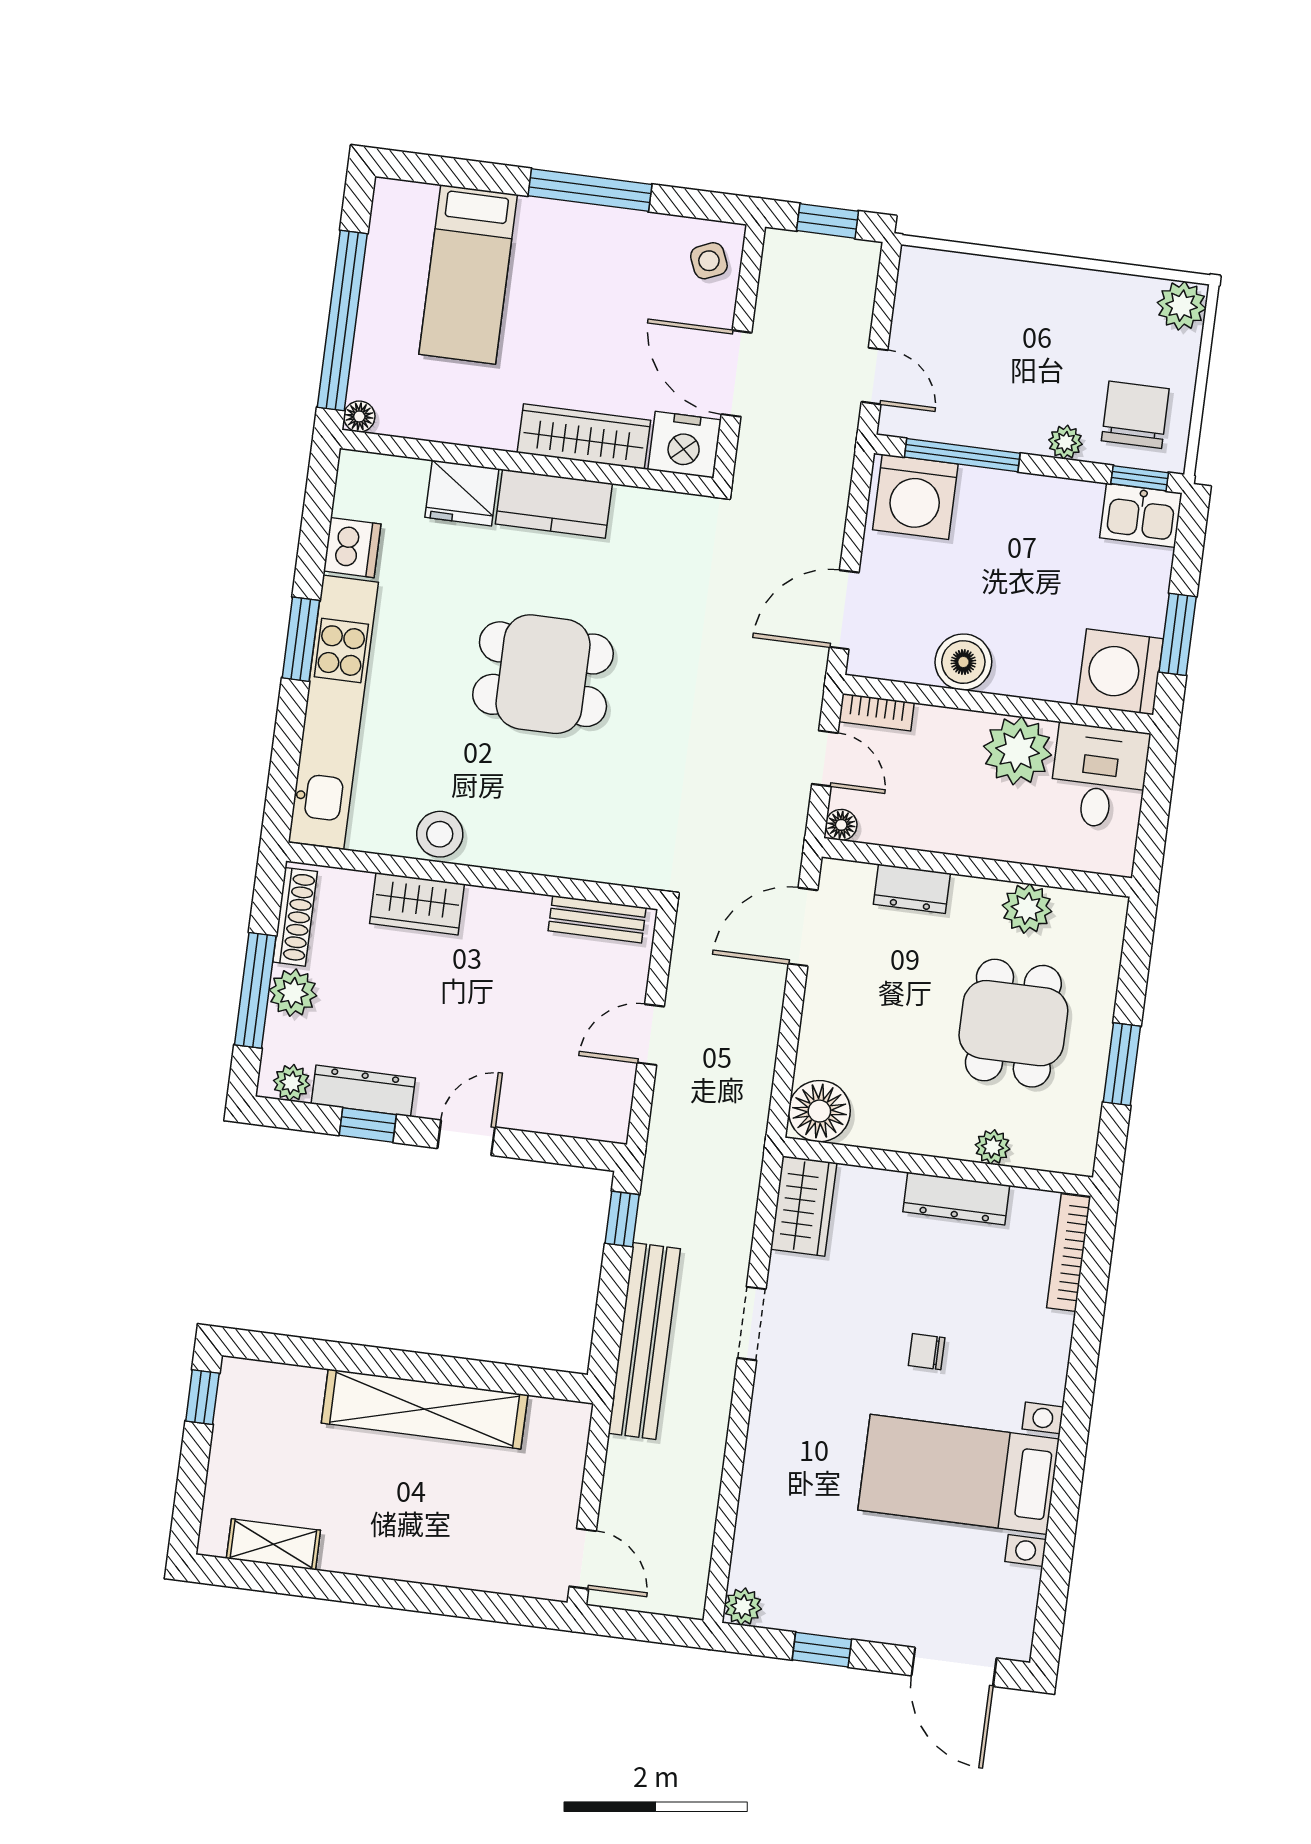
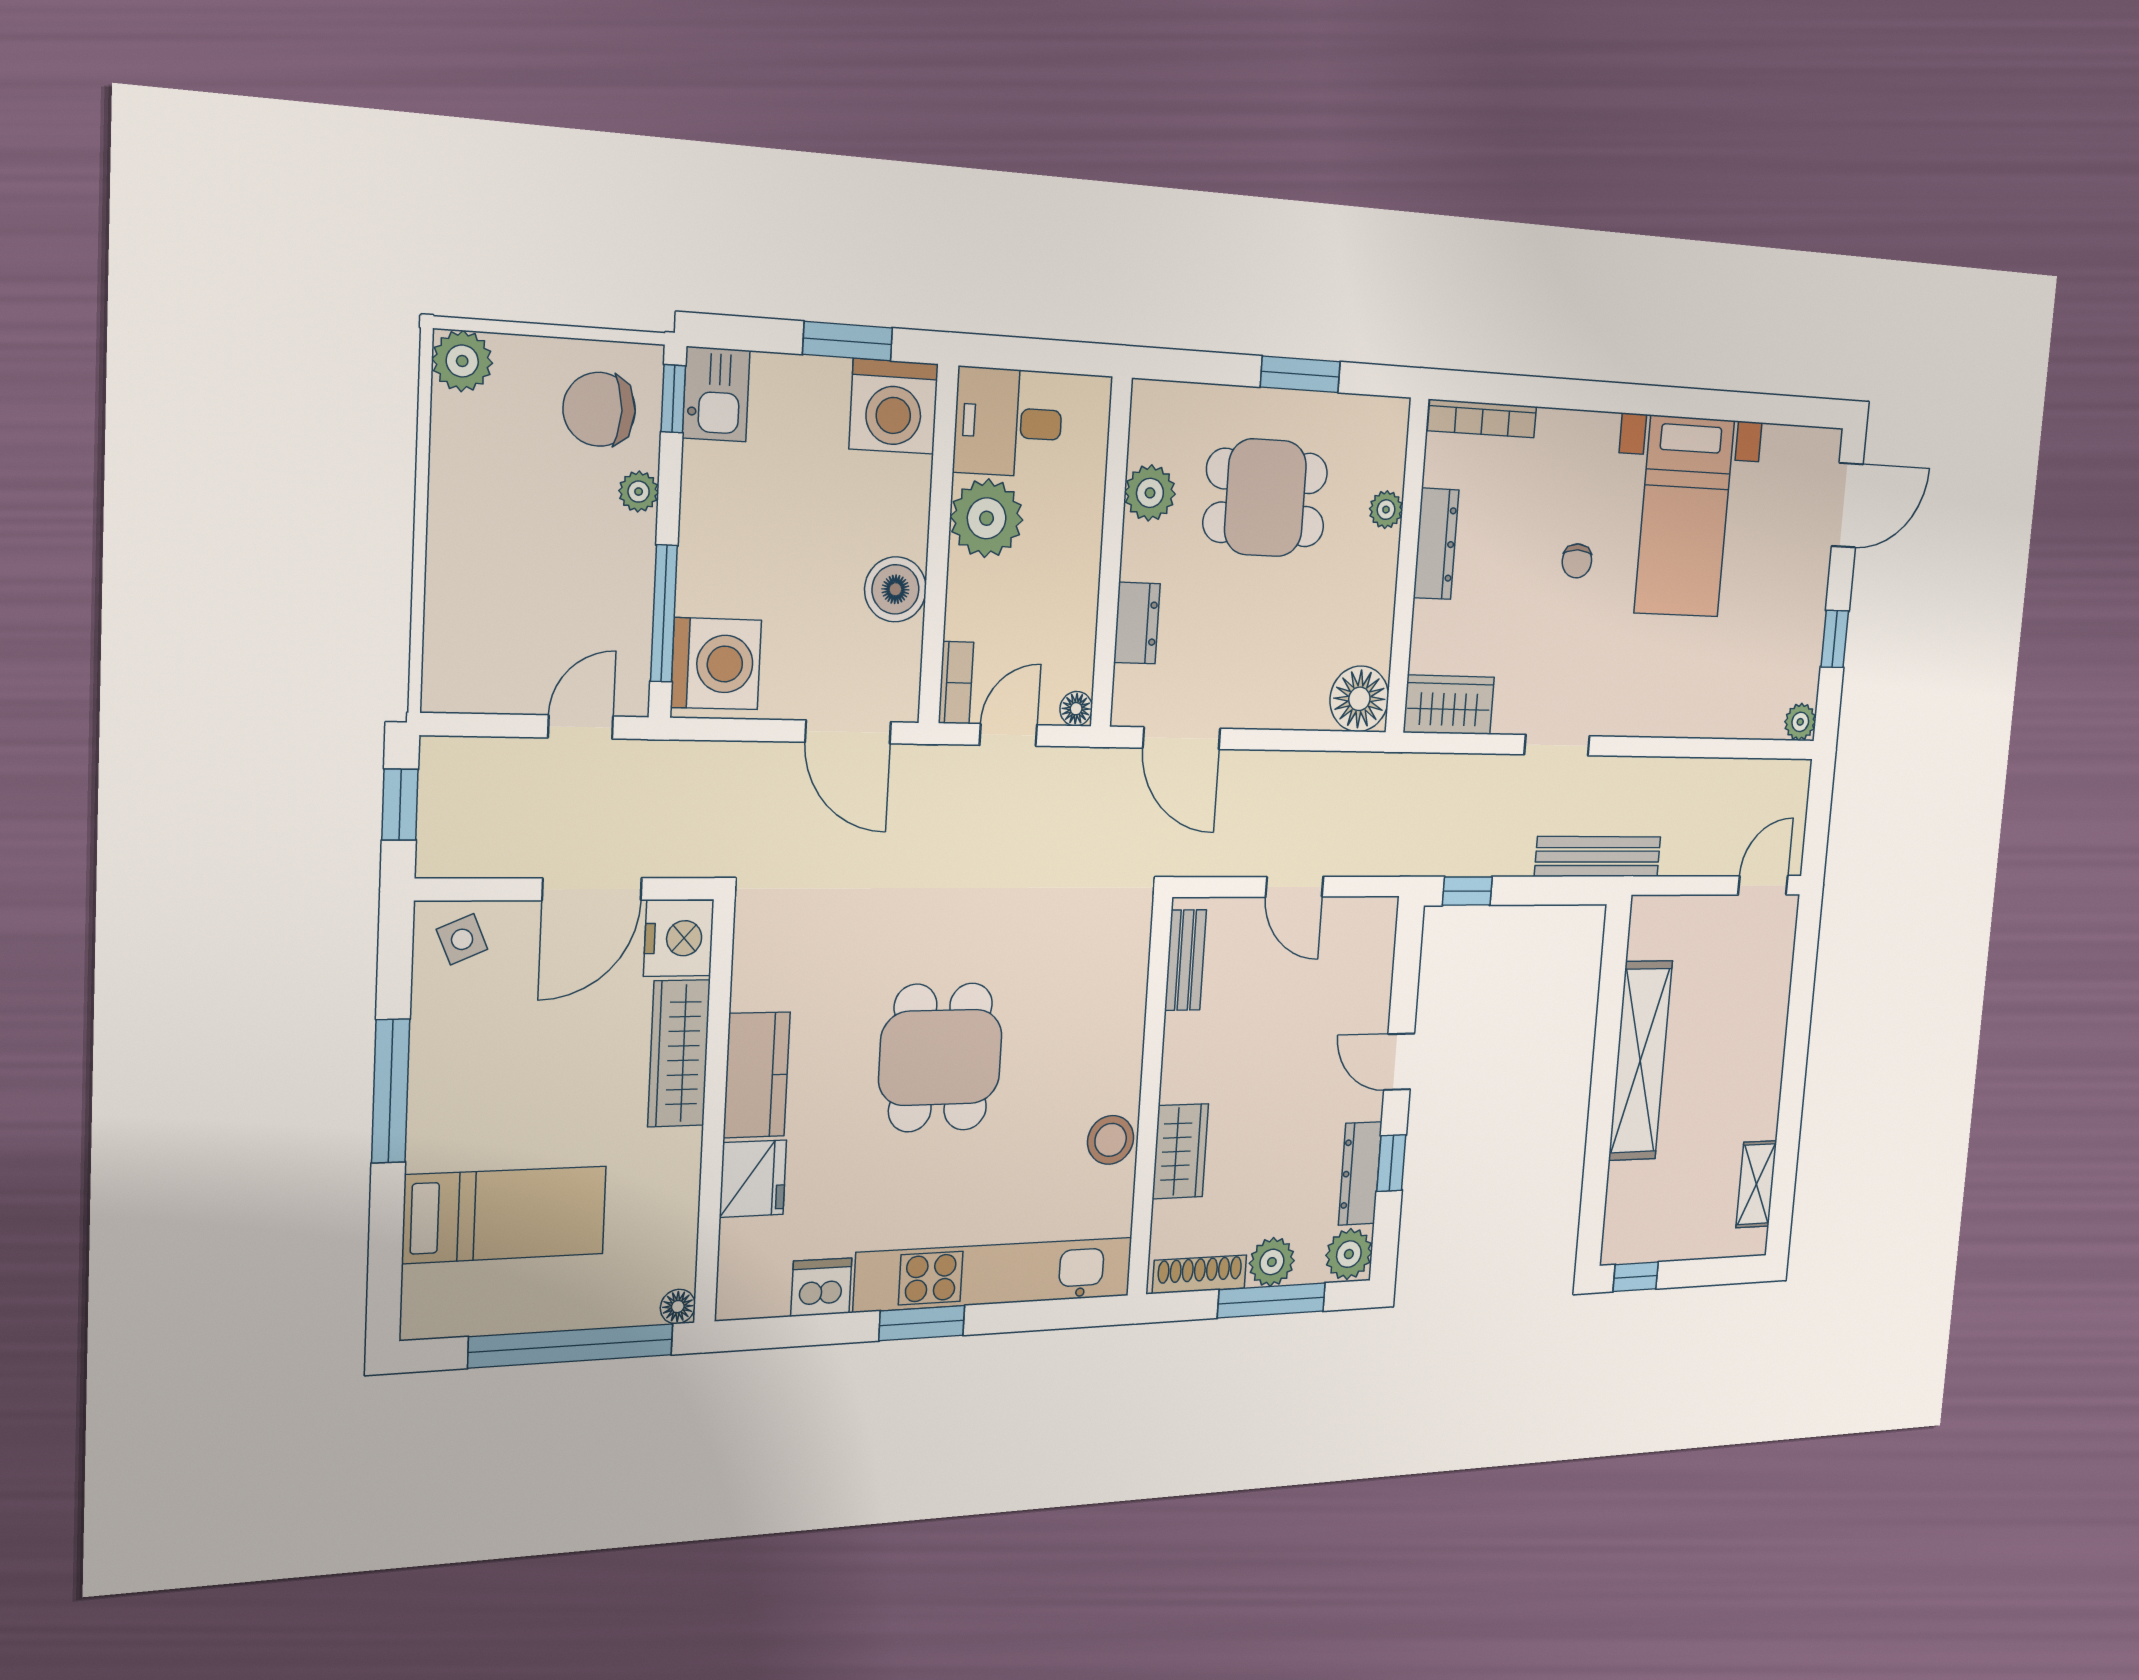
plant: (292, 1083) -> (1349, 1254), width x1.38, depth x1.38
bench: (644, 1341) -> (1598, 857), width x0.73, depth x0.82

